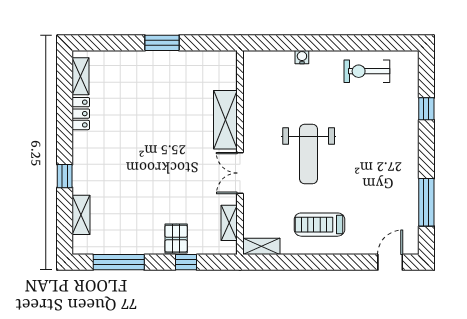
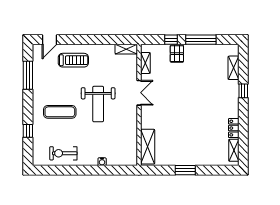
exercise bike: (367, 71) -> (63, 153), turned 180
shelving: (225, 120) -> (148, 147), moved
exercise mat: (373, 141) -> (60, 112), added
weight bench: (309, 154) -> (98, 104), turned 180
treadmill: (319, 225) -> (73, 60), moved
window: (119, 262) -> (201, 40), moved

